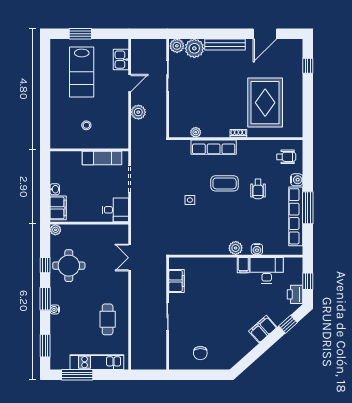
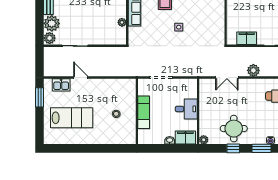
window: (80, 34) -> (39, 97), moved
plant: (138, 112) -> (253, 70), moved
exam couch: (102, 158) -> (144, 112), moved
desk: (115, 210) -> (186, 109), moved, turned 90

